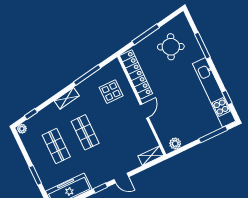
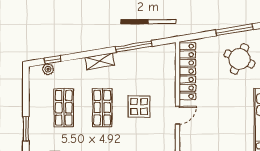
window: (146, 34) -> (234, 30), moved
display table: (111, 92) -> (139, 106), moved
plant: (22, 129) -> (48, 69), moved

